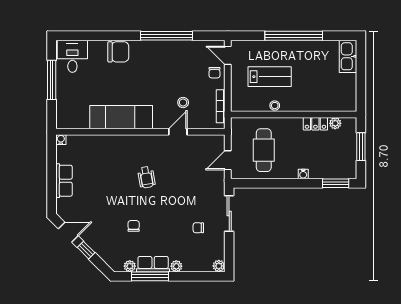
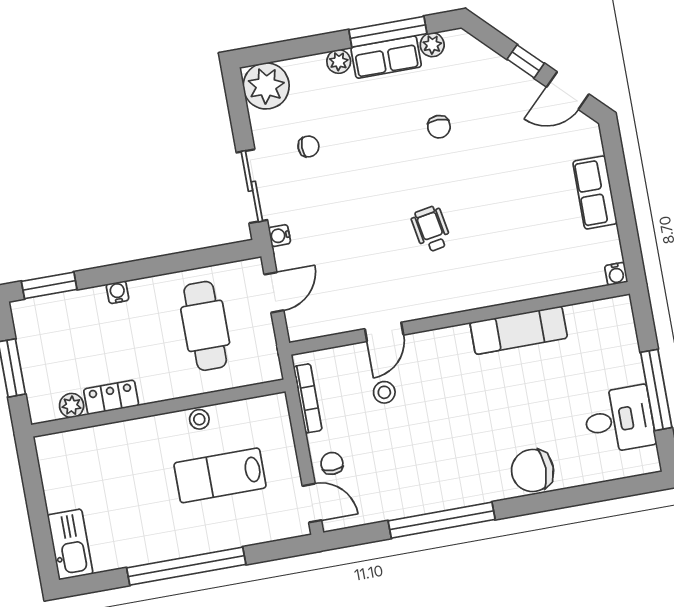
desk: (72, 56) -> (619, 420), moved, turned -90
exam couch: (121, 117) -> (519, 330), width x0.73, depth x0.69
water cooler: (220, 187) -> (280, 236), added
plant: (219, 266) -> (266, 86), width x1.87, depth x1.87

